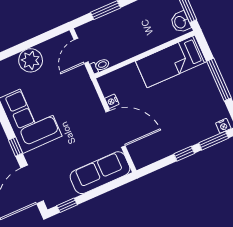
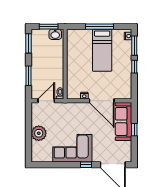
door: (81, 51) -> (46, 101), swing flipped
bed: (171, 61) -> (102, 50), moved
door: (116, 129) -> (102, 101), swing flipped
window: (67, 205) -> (134, 130), moved

